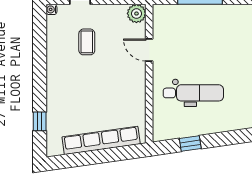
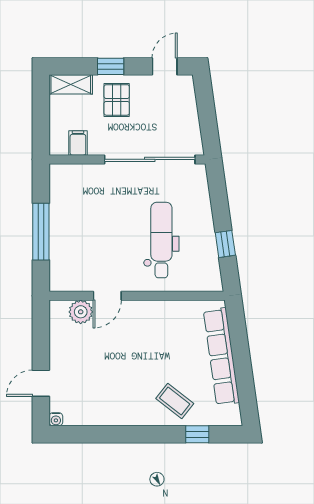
plant: (136, 14) -> (81, 312), moved
coffee table: (87, 42) -> (175, 401), moved, turned 38

